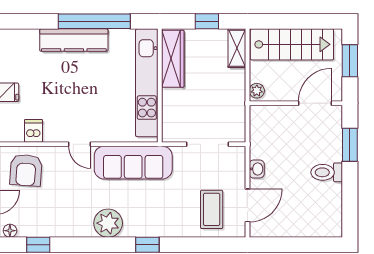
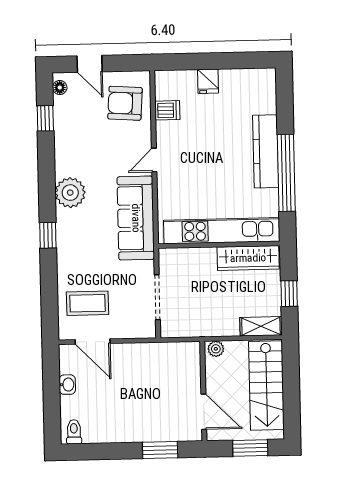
washbasin: (257, 169) -> (67, 385), moved, turned -90
toilet: (327, 172) -> (74, 432), moved, width x0.73, depth x0.72

